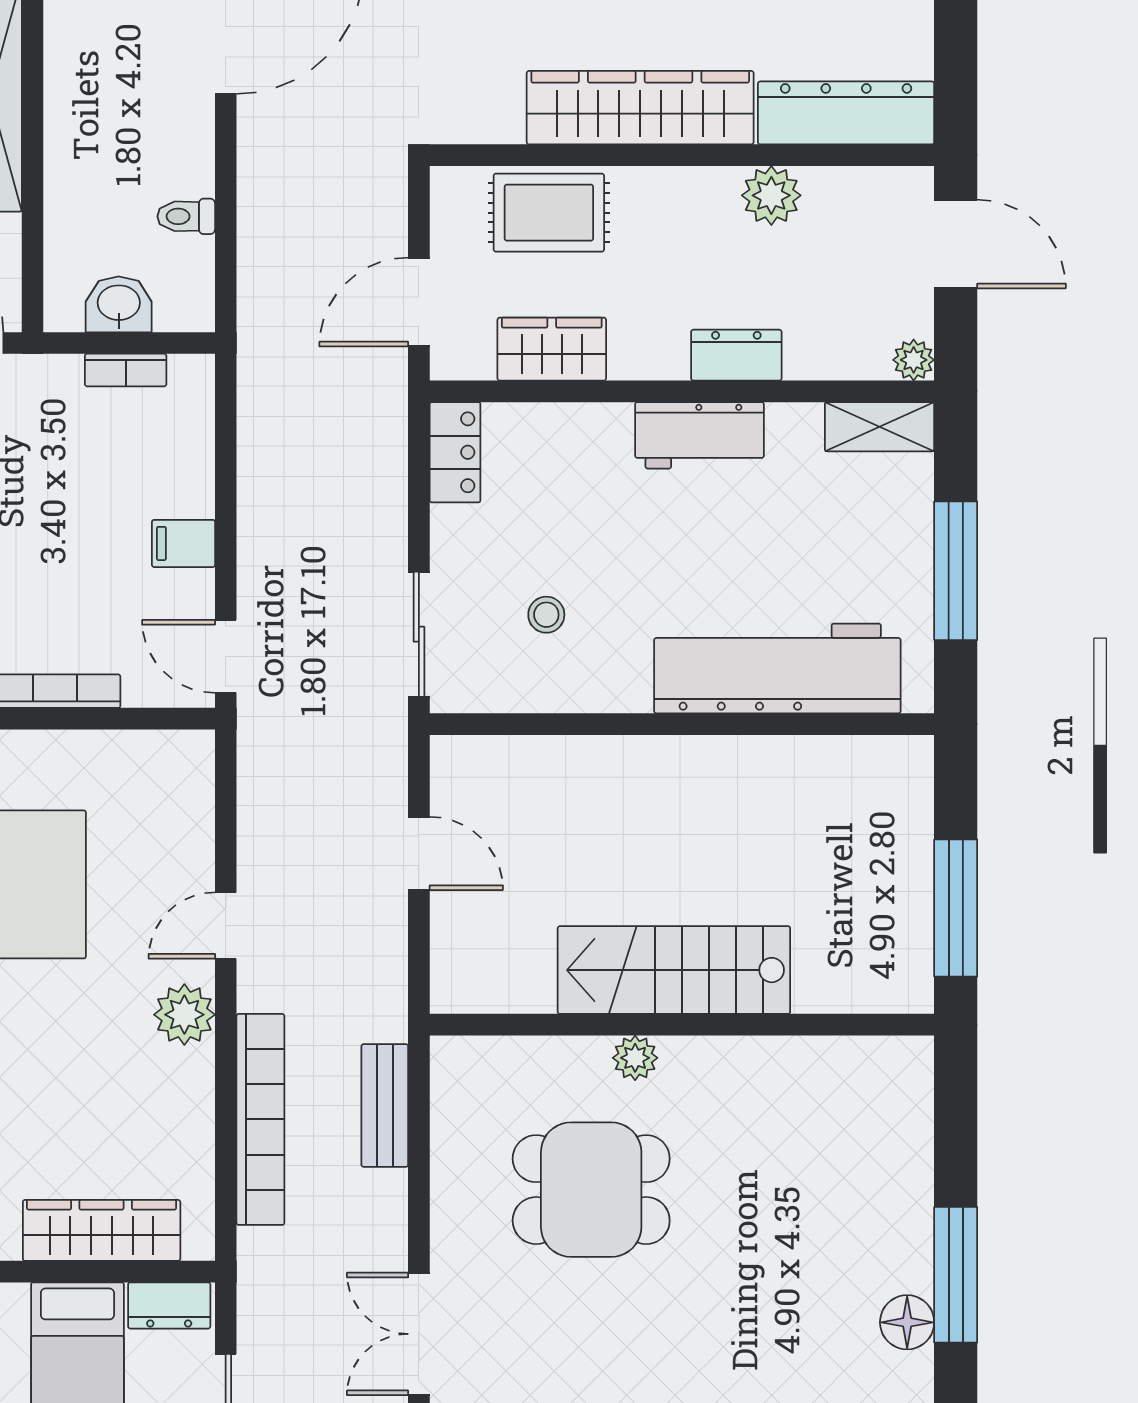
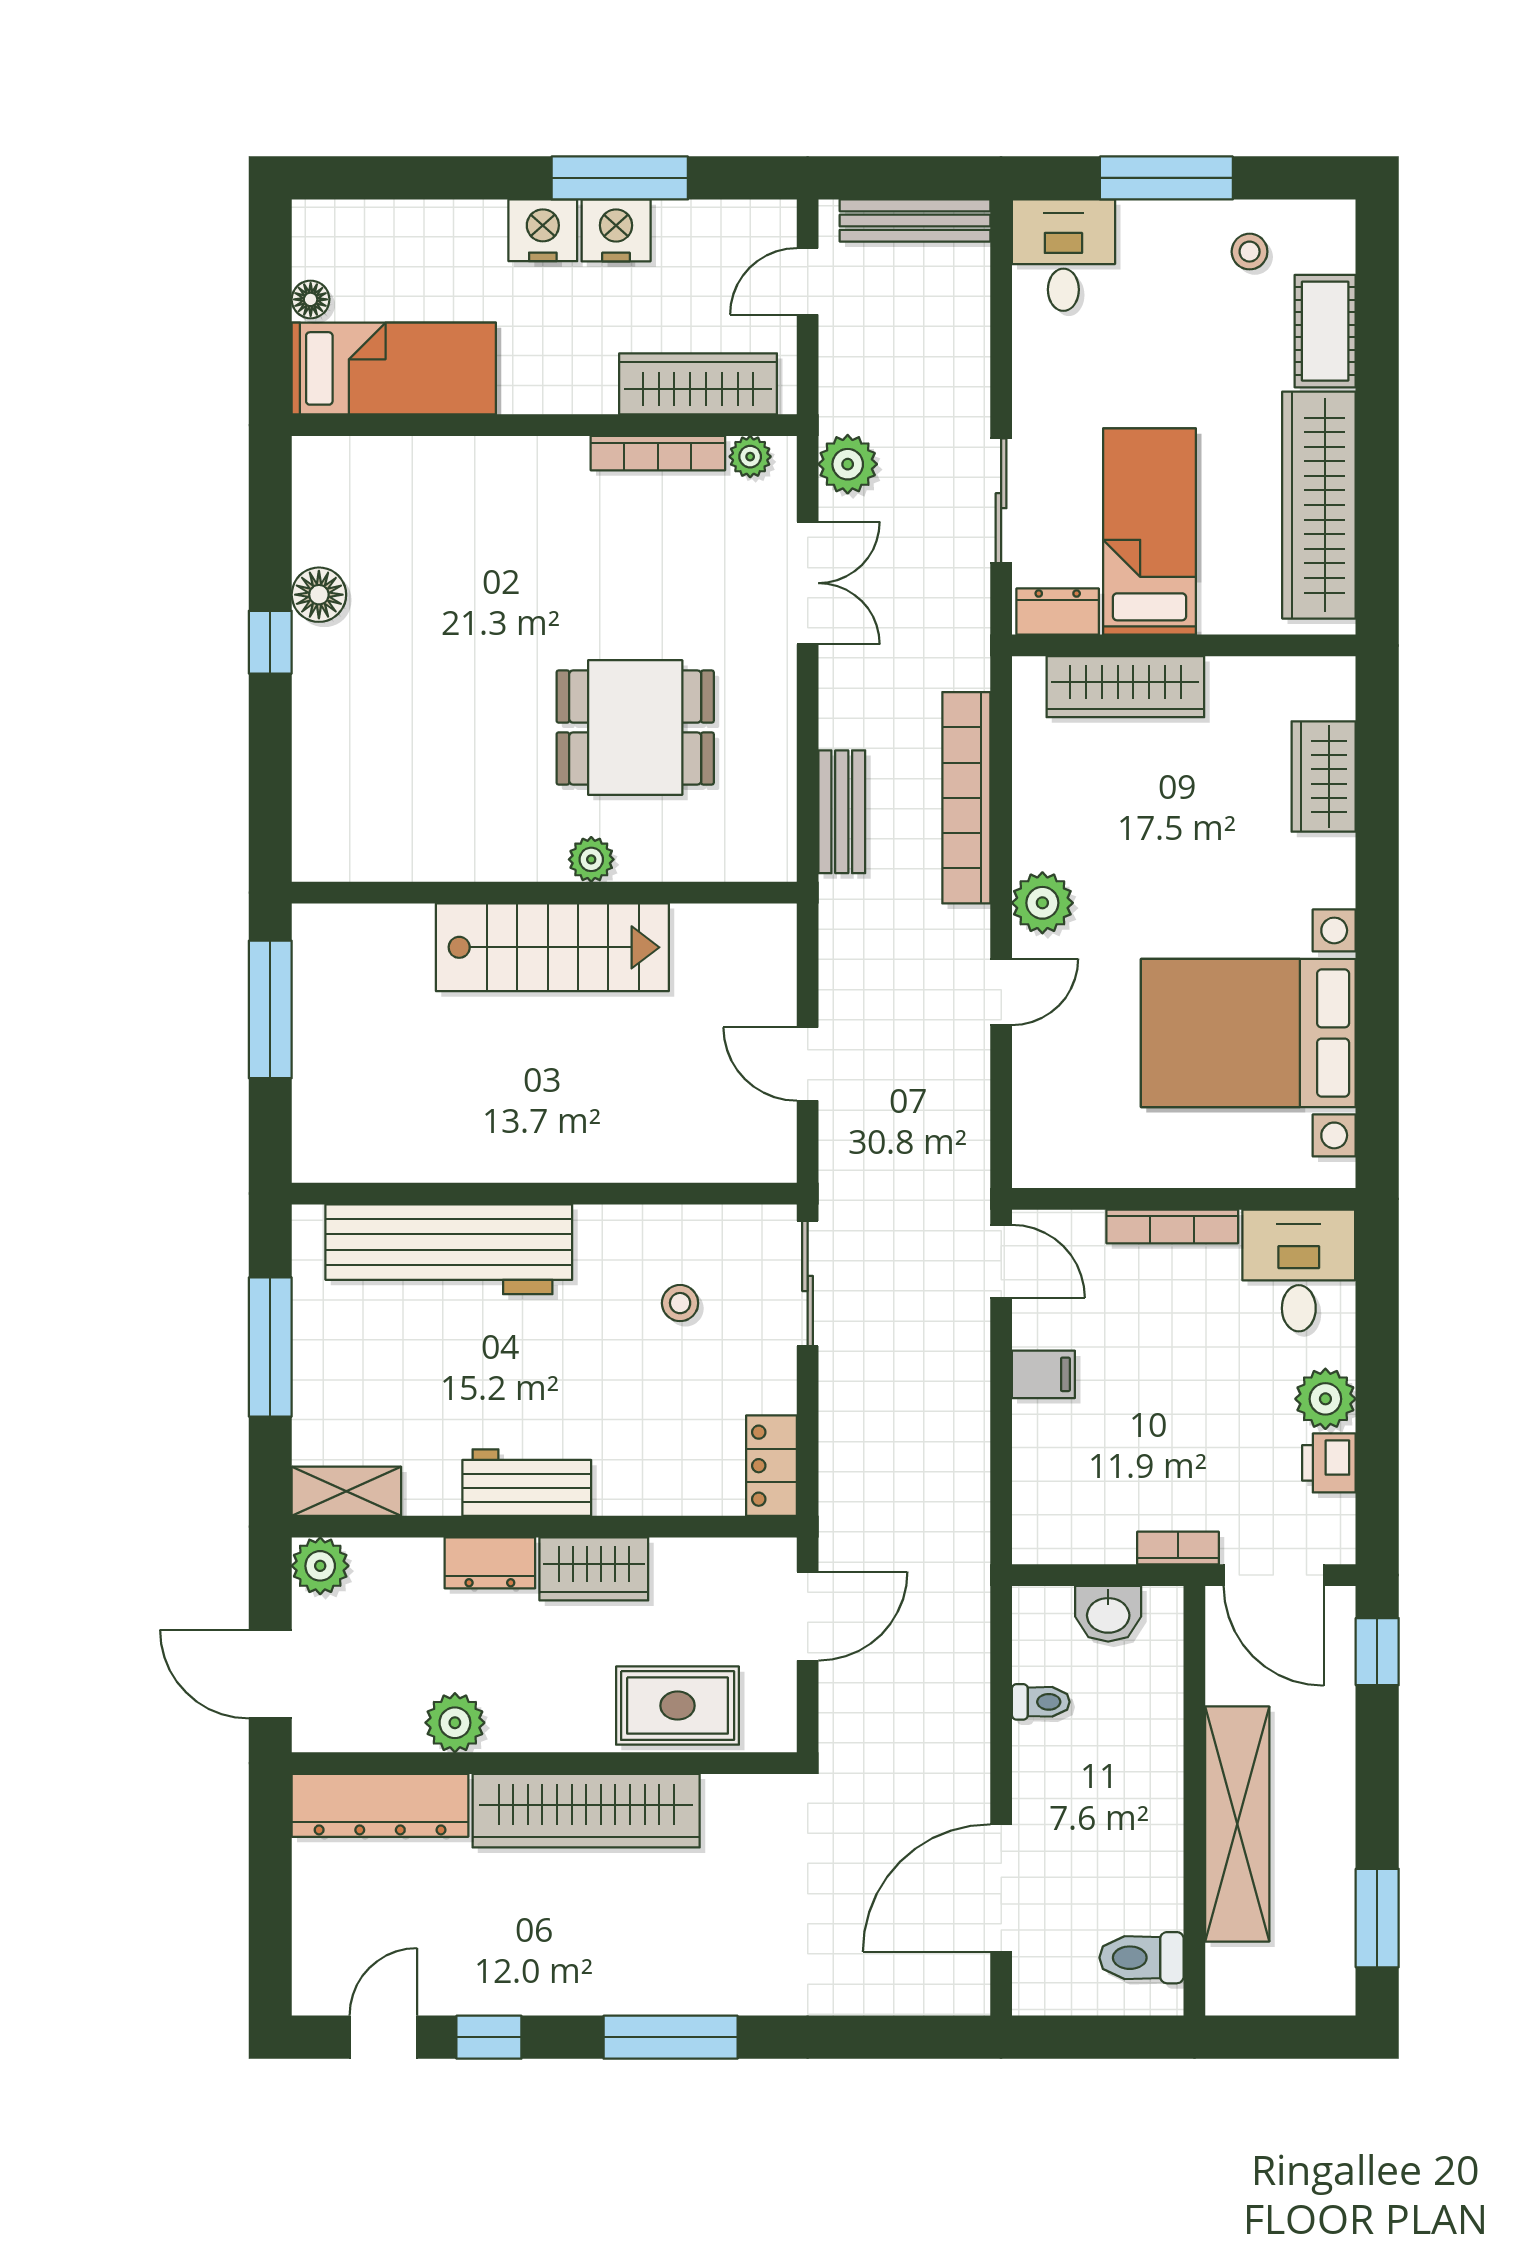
wardrobe: (552, 349) -> (594, 1569), moved
plant: (914, 360) -> (320, 1566), width x1.38, depth x1.38
bookcase: (126, 370) -> (1178, 1548), moved
window: (956, 1275) -> (270, 642), width x0.46

